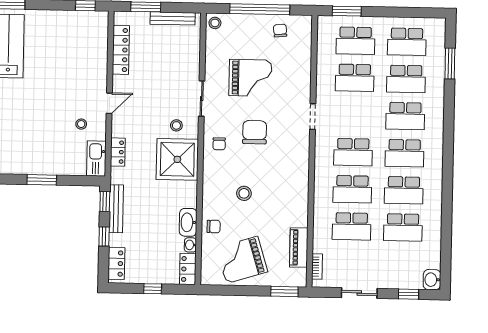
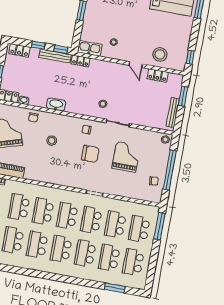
window: (347, 11) -> (159, 226), width x1.44
locker: (121, 50) -> (158, 76), width x0.66
stool: (89, 52) -> (160, 54), added
grand piano: (250, 78) -> (126, 157), turned 180
door: (109, 103) -> (136, 65), moved
school desk: (354, 115) -> (91, 220), added
locker: (118, 152) -> (80, 61), moved
shower: (177, 159) -> (81, 101), removed
washbasin: (188, 222) -> (56, 104), moved

